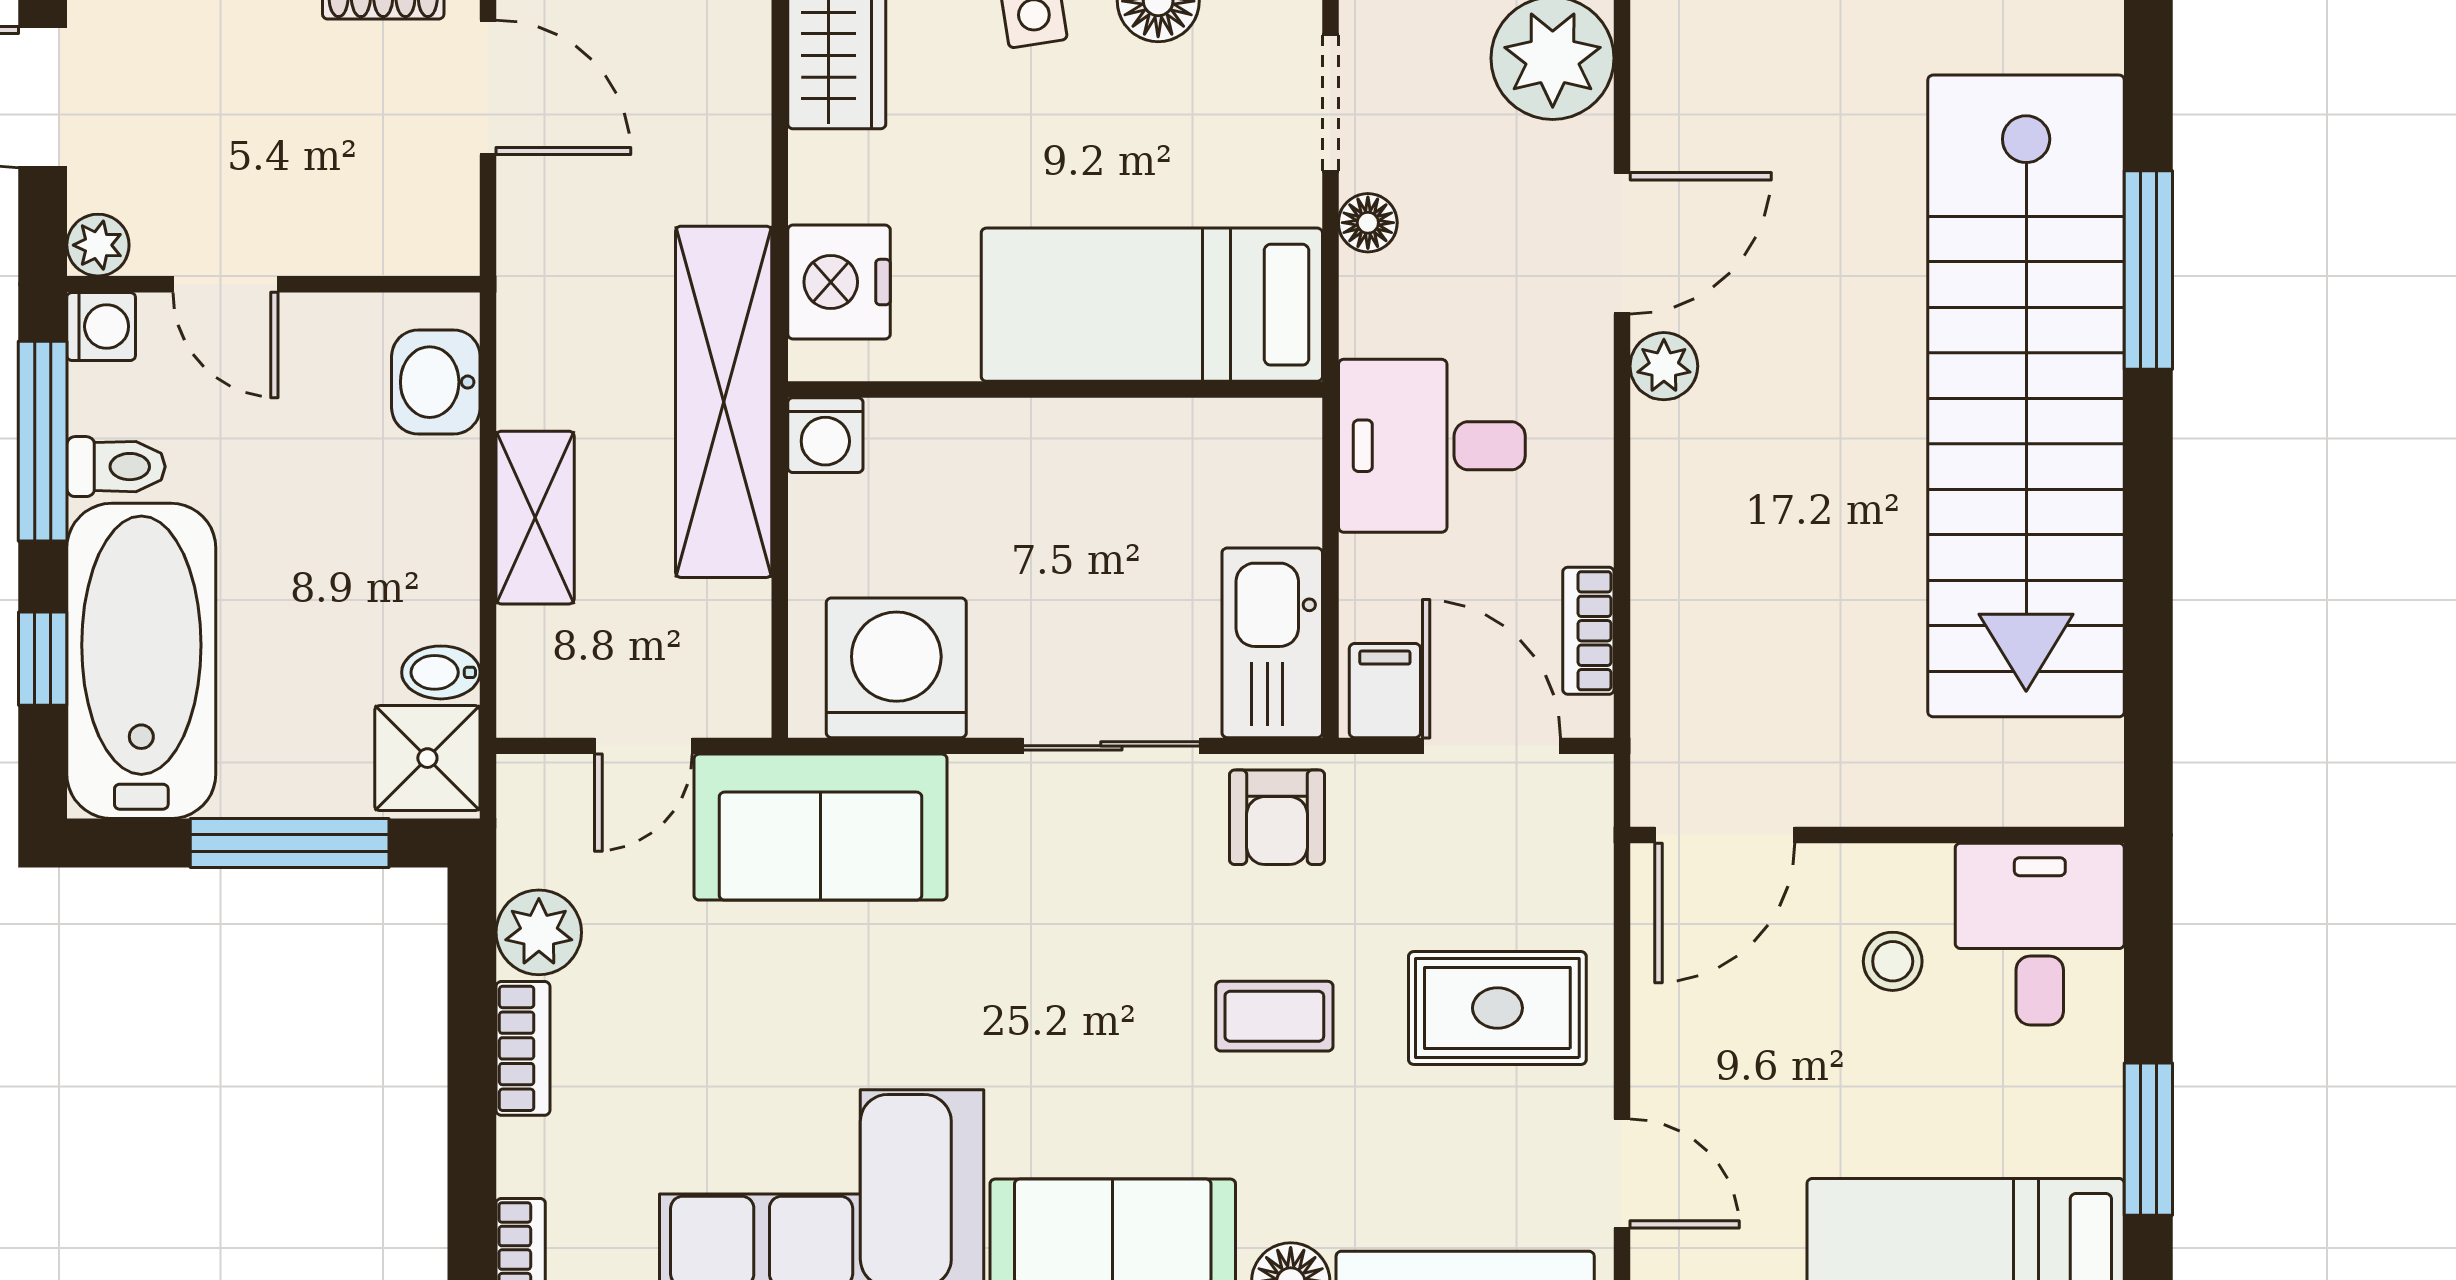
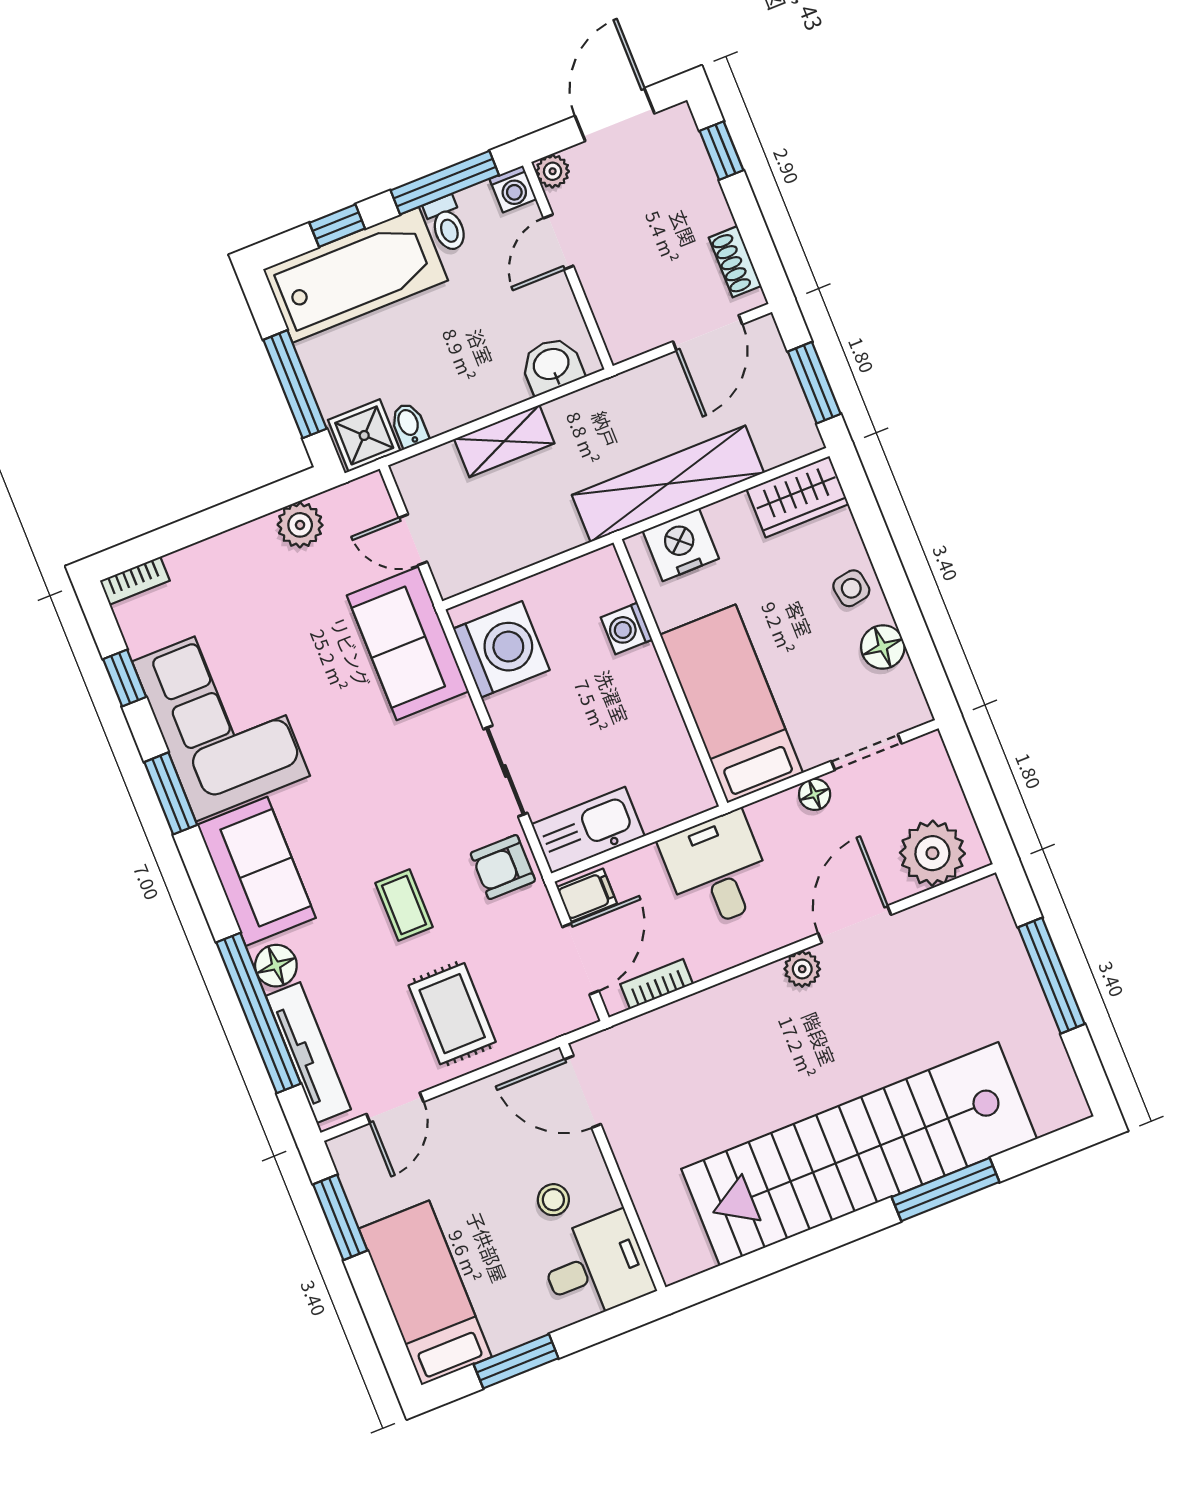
door: (1622, 243) -> (855, 924), swing flipped
shelving: (724, 402) -> (668, 484), moved
washing machine: (825, 435) -> (626, 628), moved
bookcase: (523, 1048) -> (240, 540), removed

